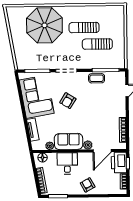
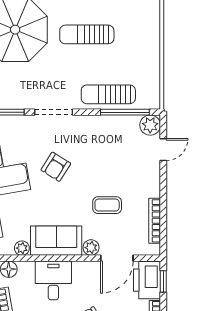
sun lounger: (97, 44) -> (108, 94), moved
plant: (120, 77) -> (150, 125), added
coffee table: (97, 78) -> (107, 205), moved

